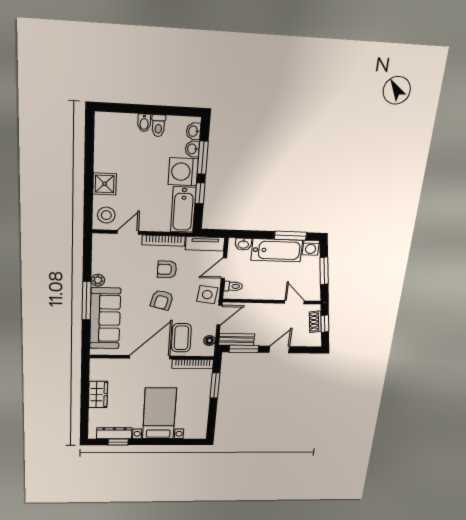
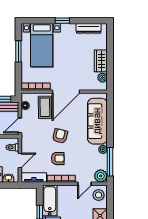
plant: (102, 243) -> (101, 176), added
side table: (207, 295) -> (30, 141), removed
window: (87, 301) -> (110, 162), moved
plant: (96, 374) -> (102, 78), added
window: (215, 385) -> (18, 51), moved
bed with nightstands: (159, 414) -> (42, 45), moved
window: (118, 442) -> (62, 21), moved

